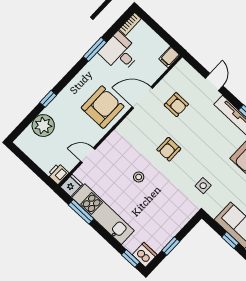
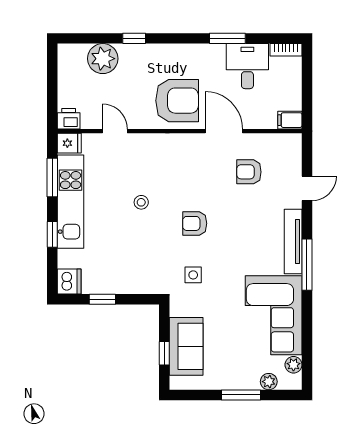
armchair: (176, 105) -> (249, 172), turned 90
armchair: (169, 149) -> (195, 223), moved
window: (131, 258) -> (52, 234), moved

